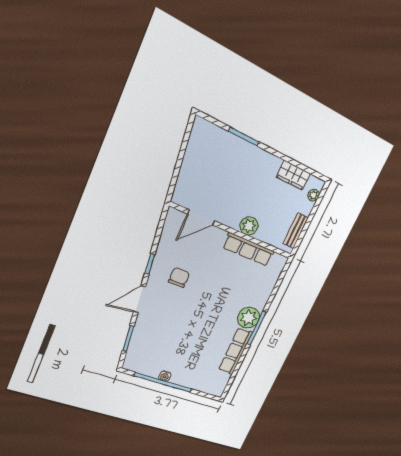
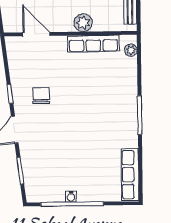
door: (201, 217) -> (36, 34), swing flipped
plant: (249, 318) -> (131, 50), moved, width x0.53, depth x0.53
row of seats: (235, 351) -> (130, 175), moved

